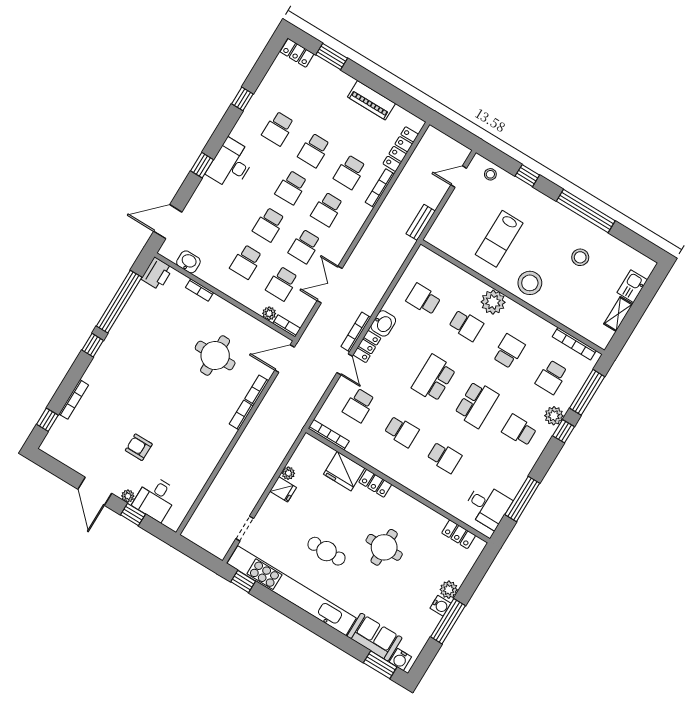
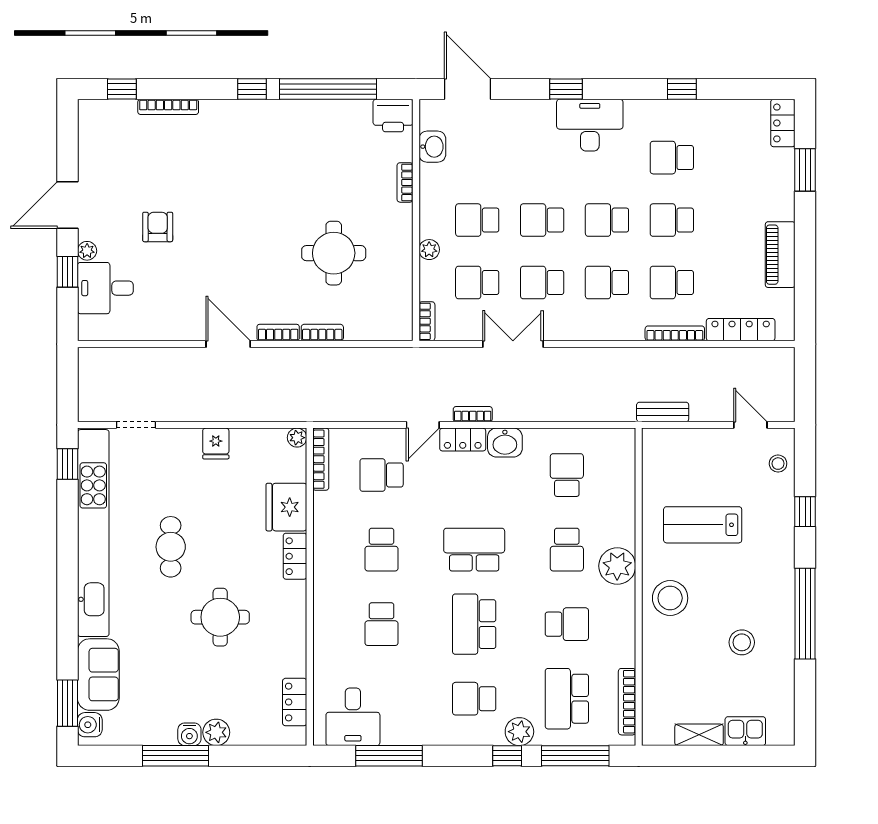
plant: (269, 313) -> (429, 250), moved
bookcase: (356, 332) -> (473, 414), width x0.64
door: (285, 359) -> (228, 344), moved
school desk: (552, 377) -> (567, 699), width x1.85
school desk: (477, 404) -> (474, 624), turned 90
school desk: (519, 430) -> (474, 699), turned -90
plant: (288, 473) -> (297, 438), moved

